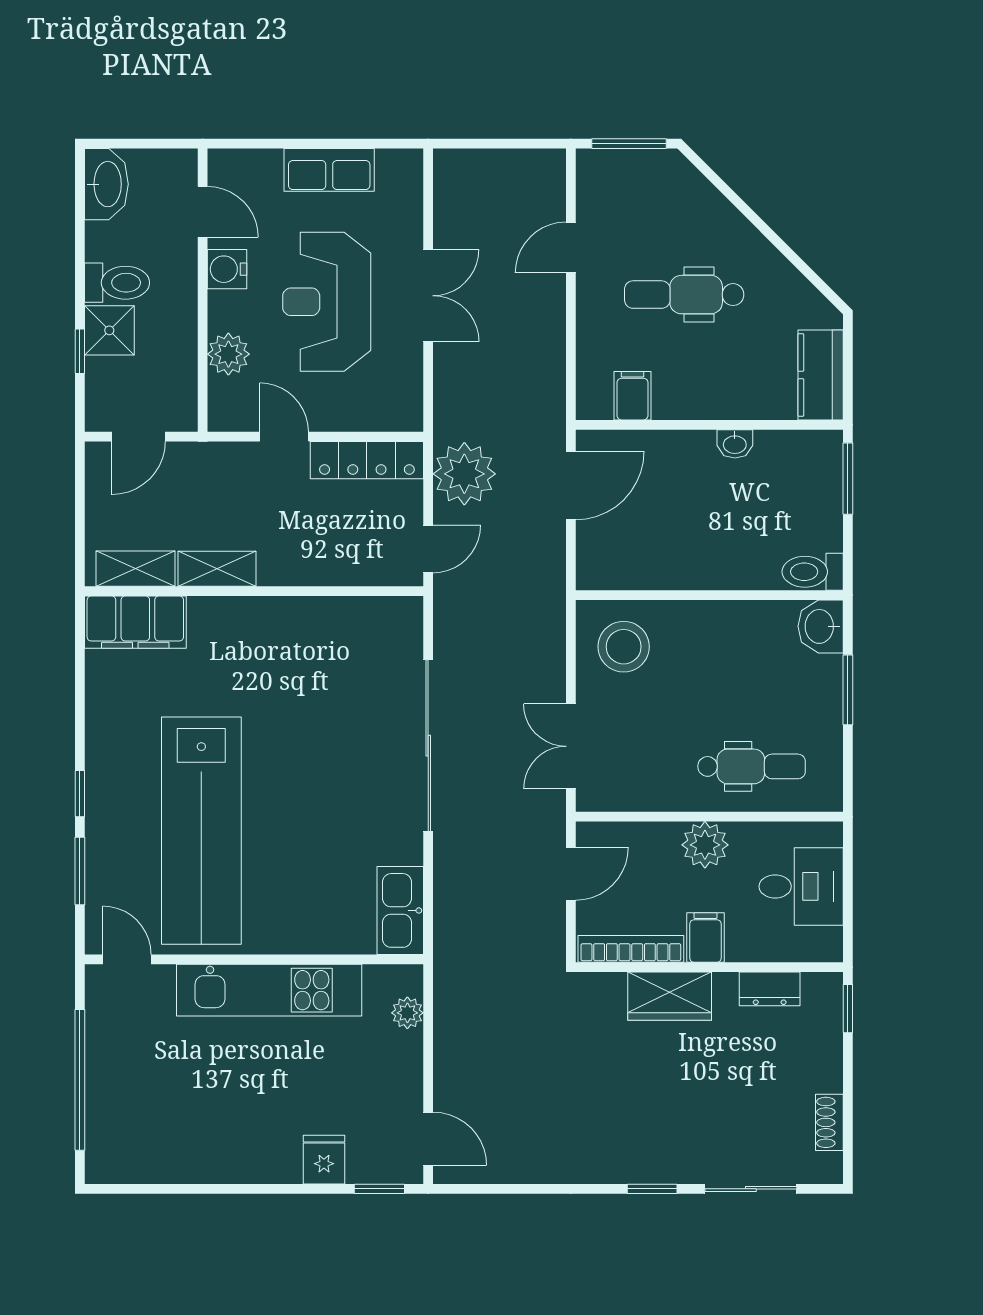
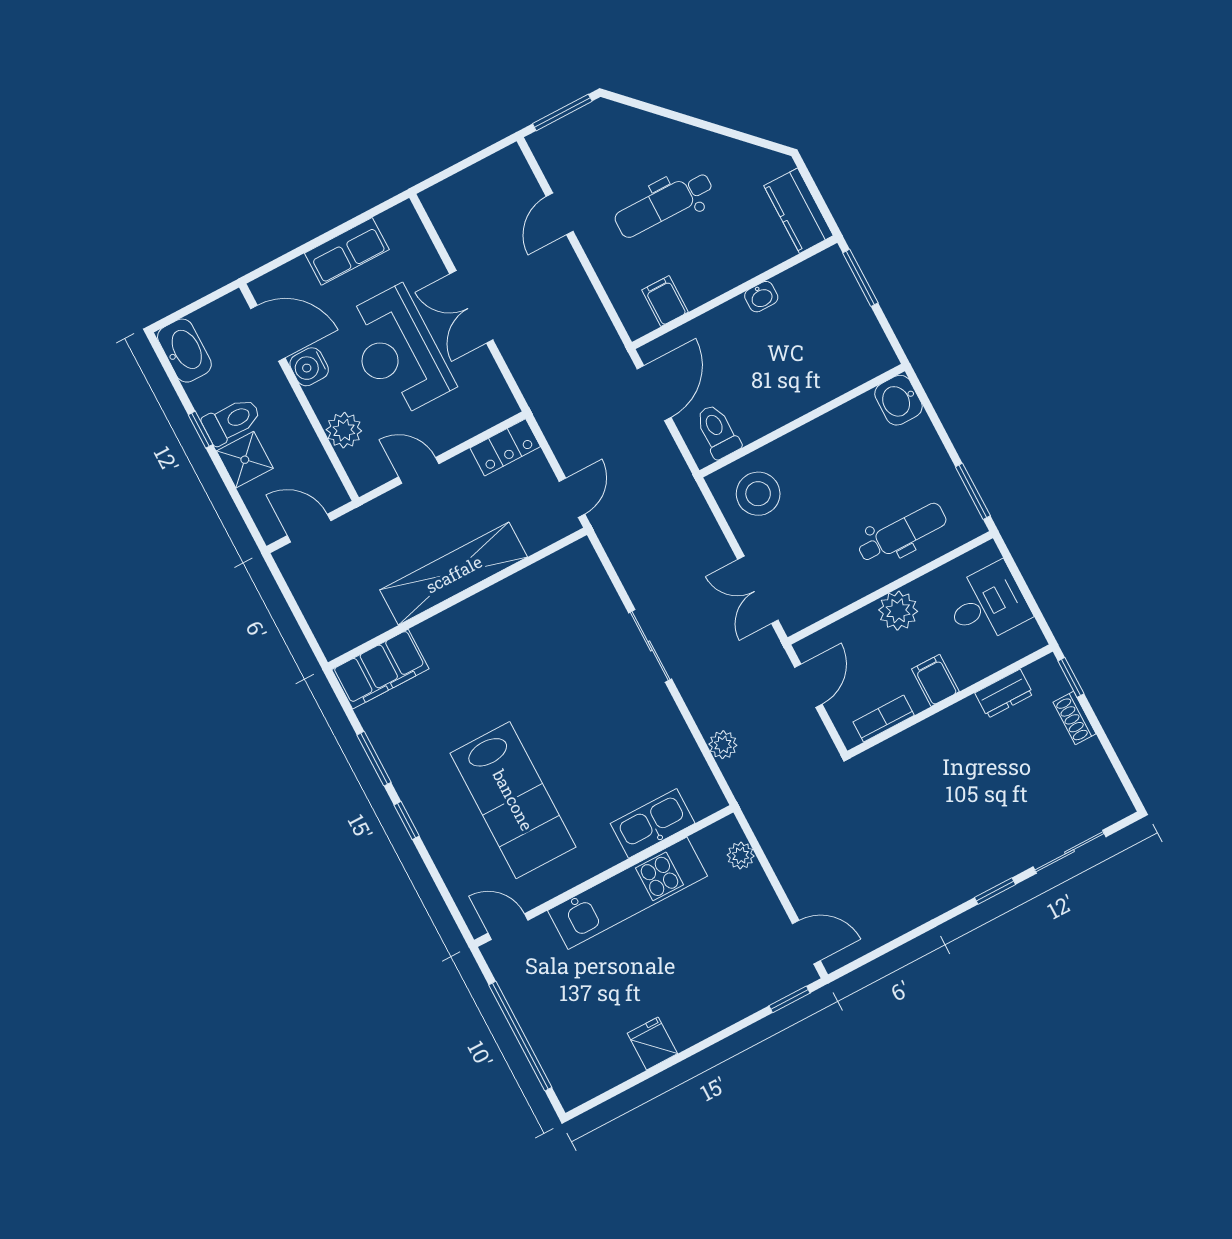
door: (203, 212) -> (268, 333), width x1.38
double door: (428, 296) -> (471, 307), swing flipped
window: (80, 351) -> (201, 430), moved
door: (139, 437) -> (309, 528), swing flipped
locker: (367, 460) -> (505, 447), width x0.66
plant: (464, 474) -> (723, 745), moved, width x0.53, depth x0.53
shelving: (136, 569) -> (359, 629), removed
shelving: (217, 569) -> (454, 574), width x2.20, depth x1.33
toilet: (813, 572) -> (718, 431), moved, turned 90
window: (848, 690) -> (973, 491), moved
sliding door: (428, 746) -> (650, 646), width x0.54
lab bench: (201, 831) -> (513, 800), width x0.73
window: (80, 871) -> (374, 759), moved
kitchen sink: (400, 910) -> (653, 823), moved, turned 90
bookcase: (631, 949) -> (884, 719), width x0.64
wardrobe: (670, 996) -> (932, 739), removed
shoe rack: (829, 1122) -> (1075, 718), moved
fridge: (324, 1160) -> (652, 1043), moved

